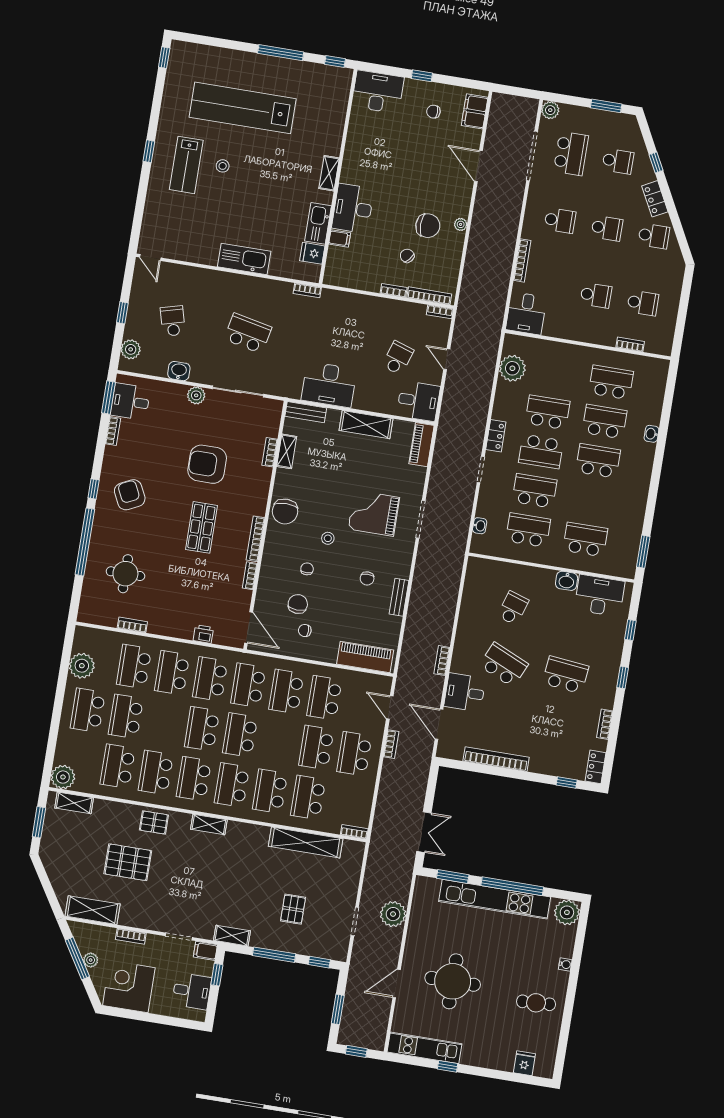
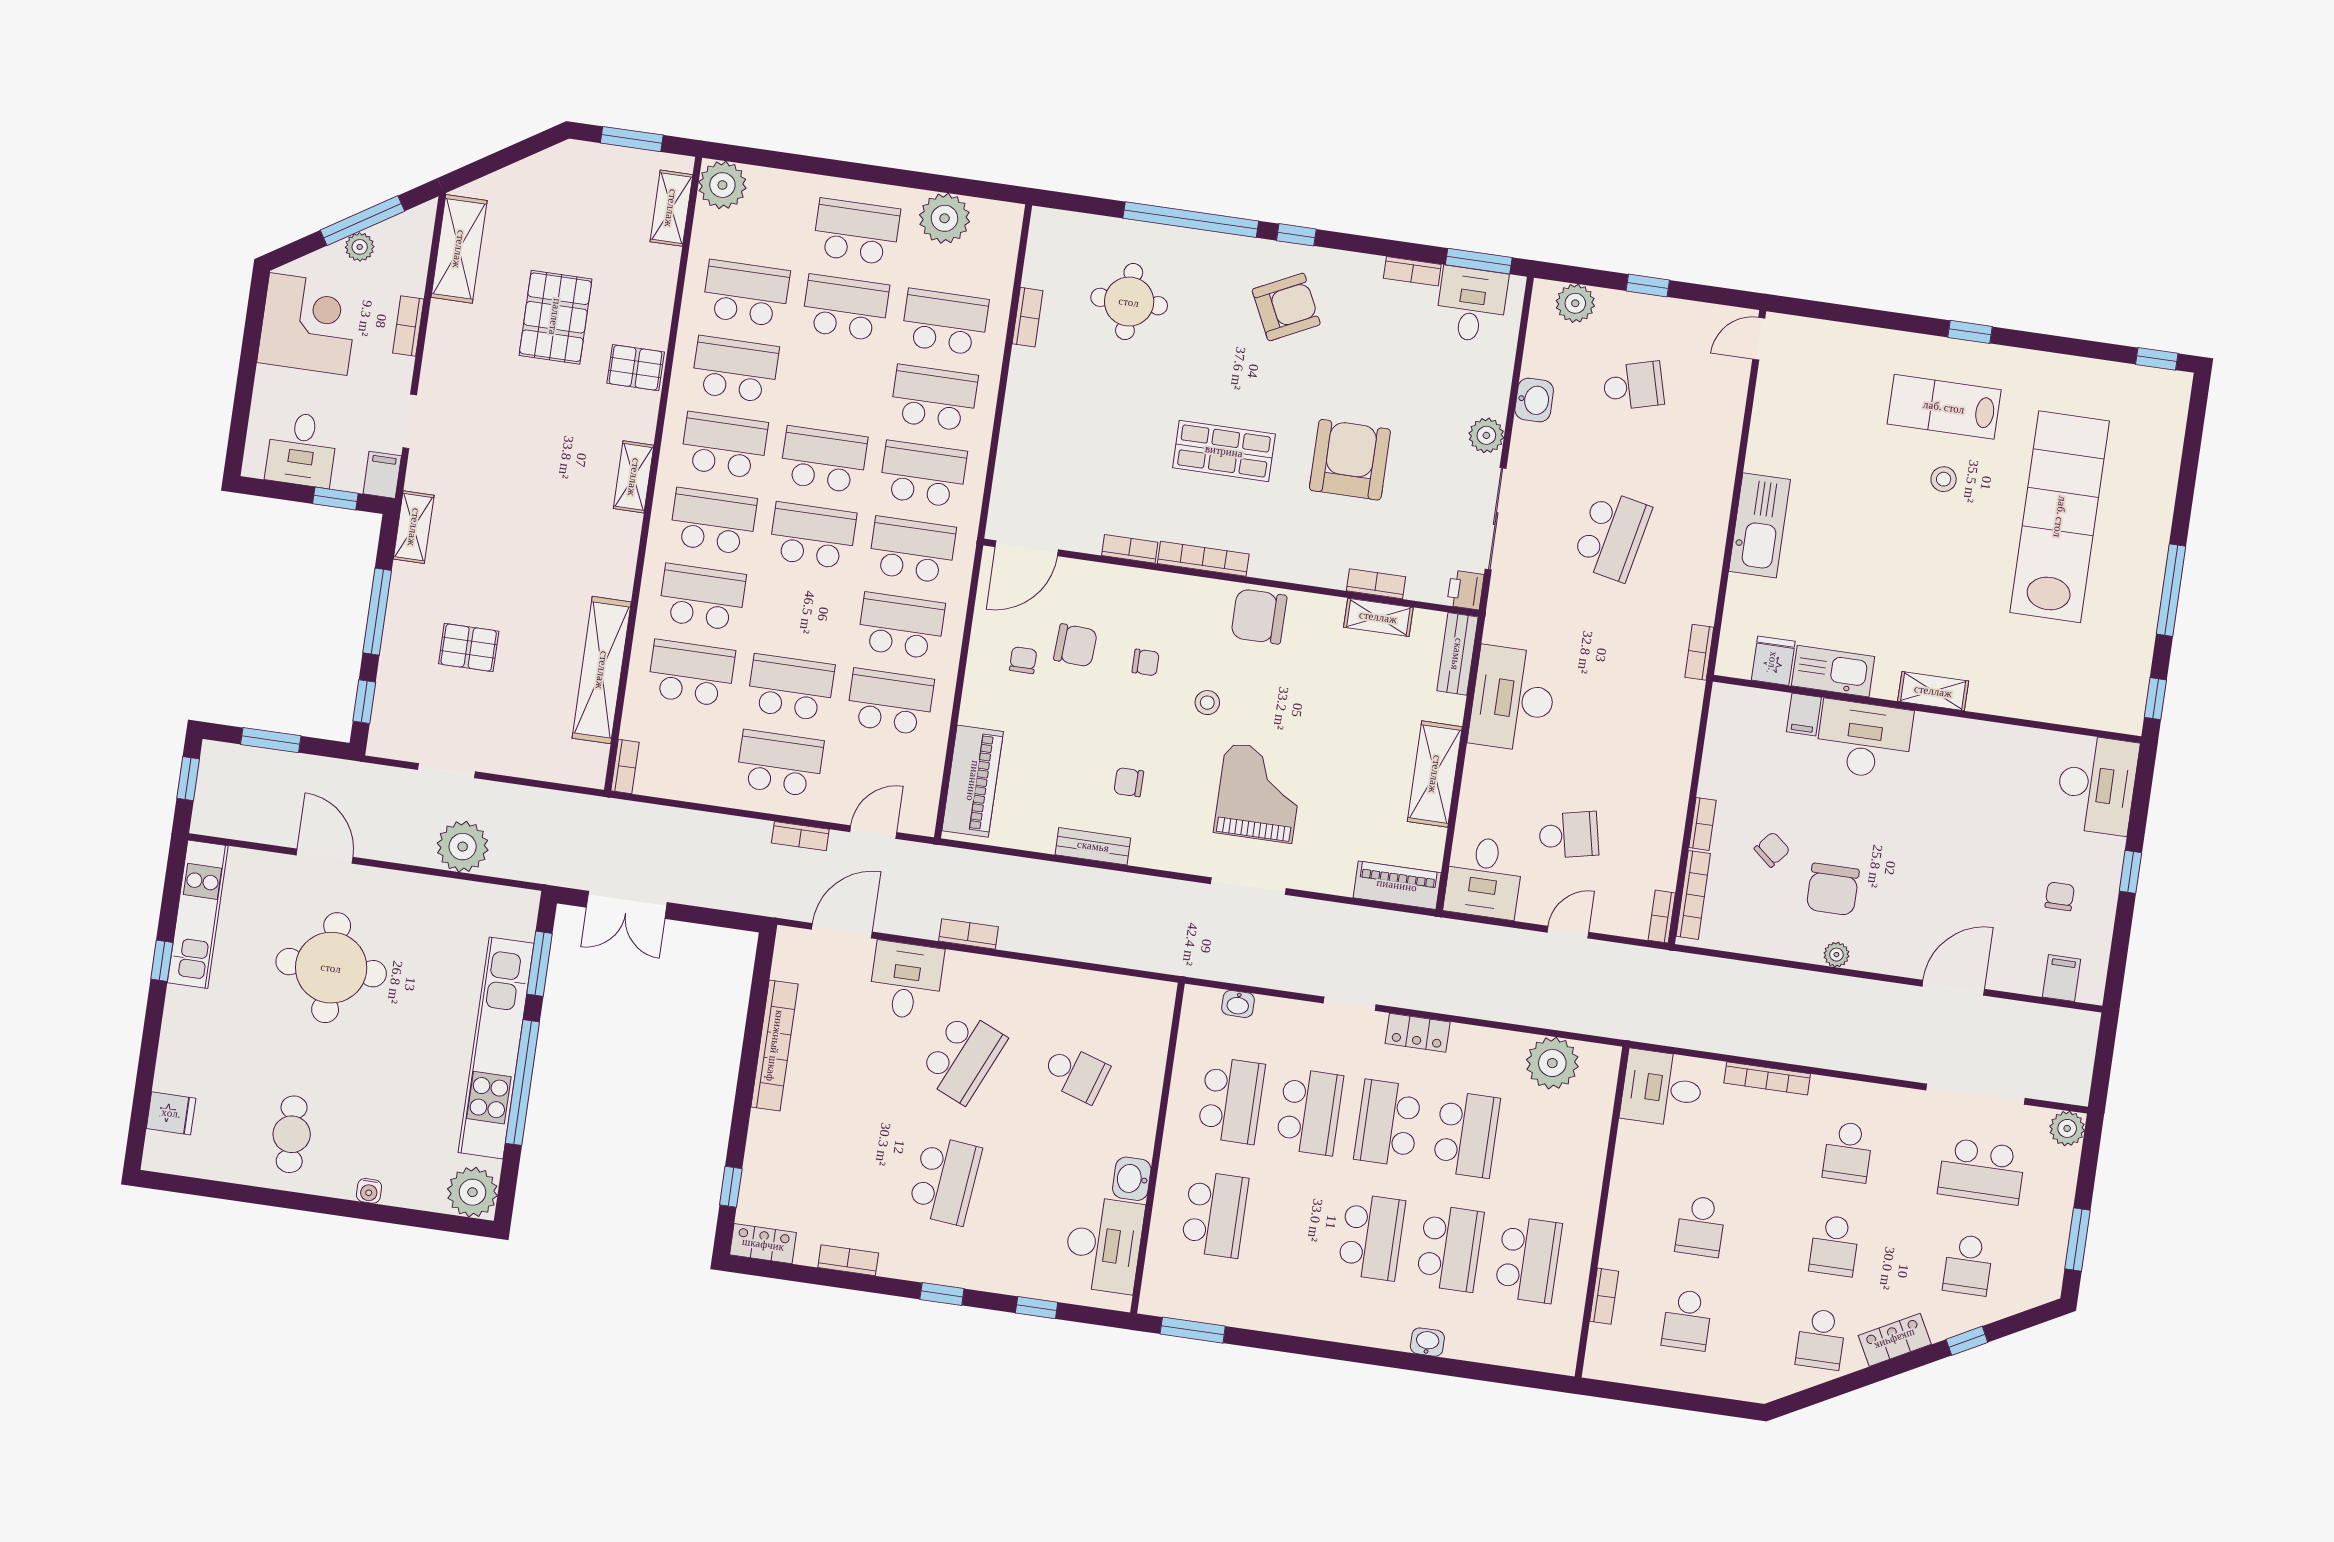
filing cabinet: (475, 111) -> (2062, 978), width x0.50
school desk: (398, 358) -> (1569, 835), turned -30
printer: (203, 634) -> (1465, 590), moved, turned 180
pallet: (154, 822) -> (636, 368), turned 90

